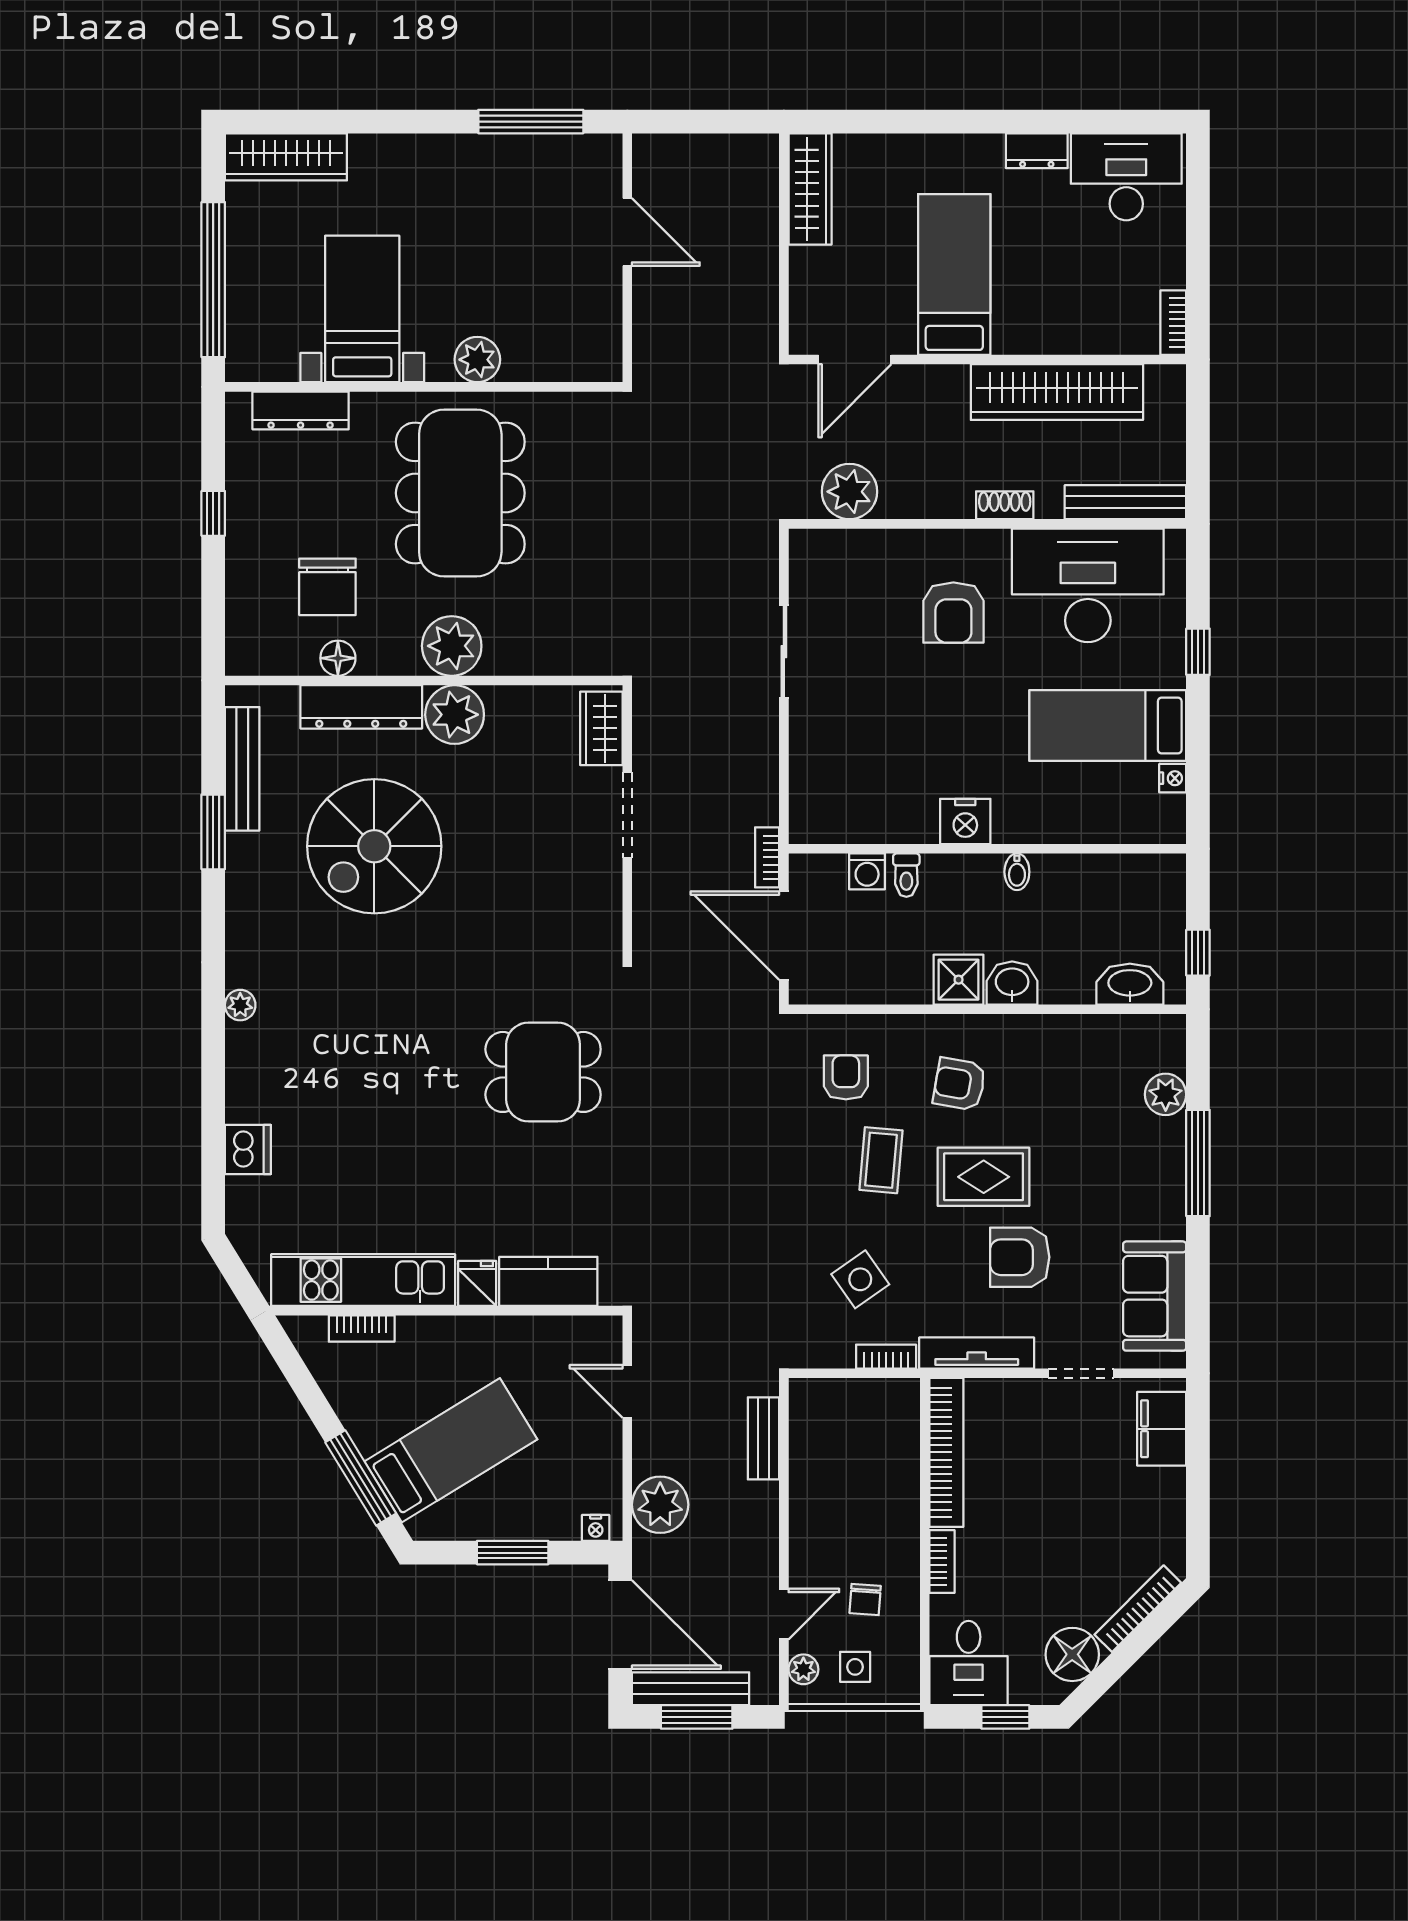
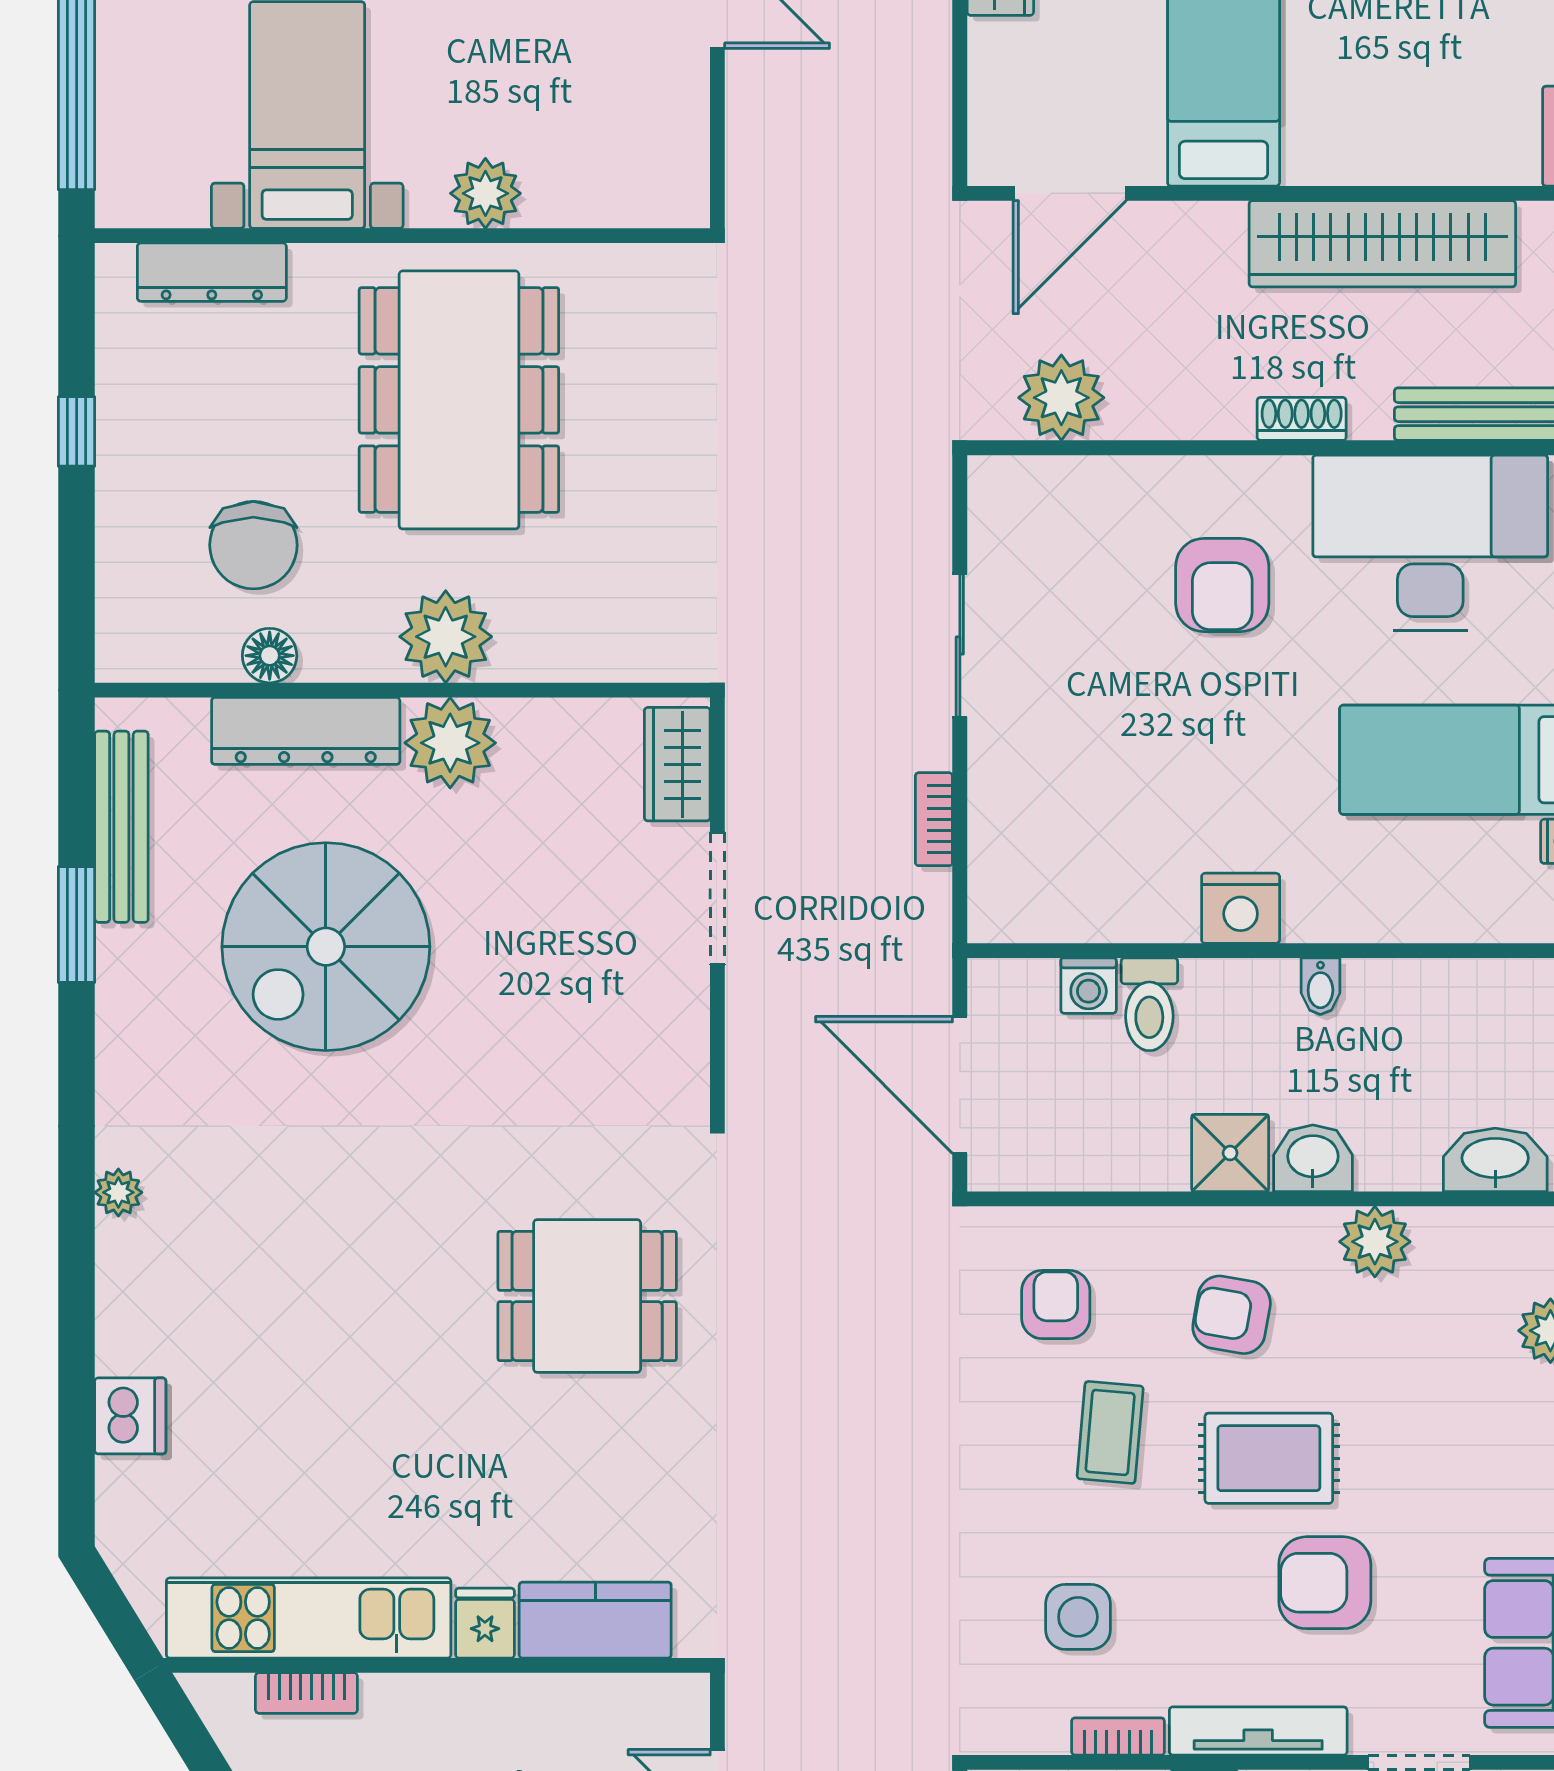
bookcase: (767, 857) -> (934, 819), moved
toilet: (906, 875) -> (1149, 1004), width x1.37, depth x1.39
plant: (1052, 1037) -> (1375, 1242), added
side table: (860, 1279) -> (1078, 1617), turned 35

